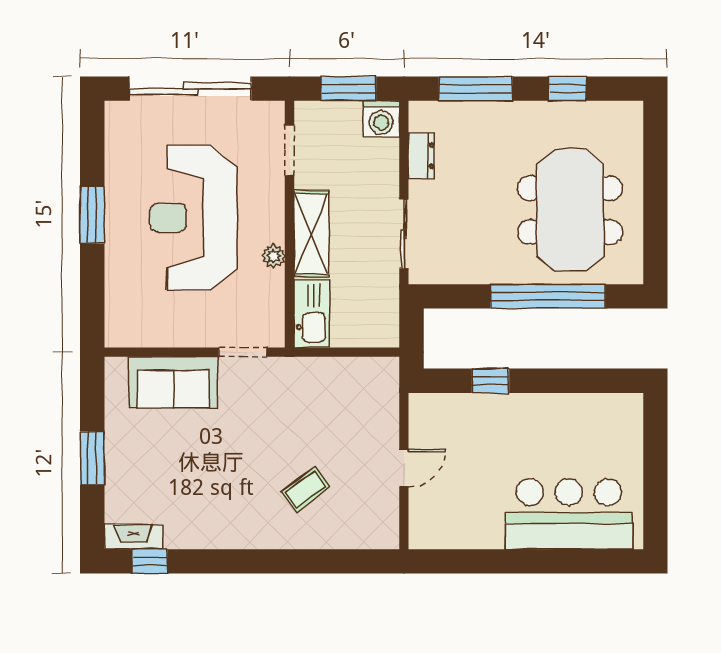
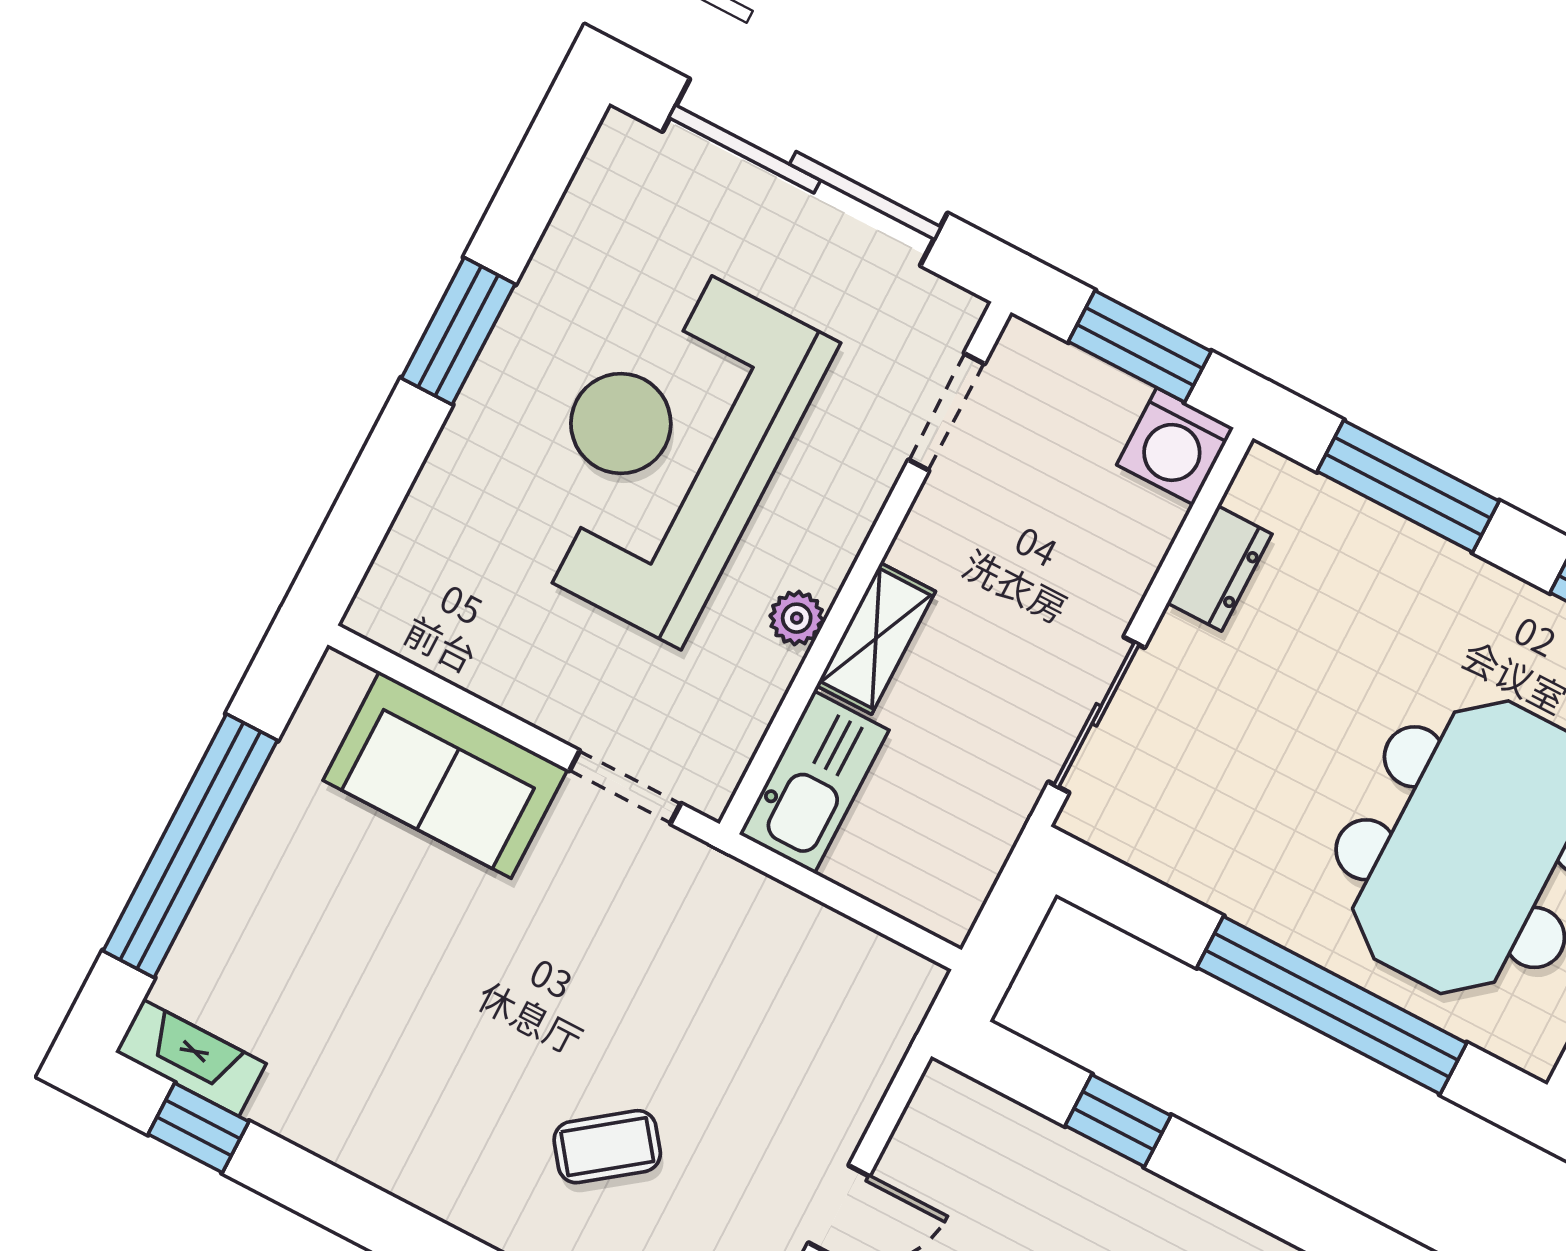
shelving: (311, 234) -> (876, 638), width x0.67, depth x0.75
window: (92, 458) -> (190, 846), width x2.11

